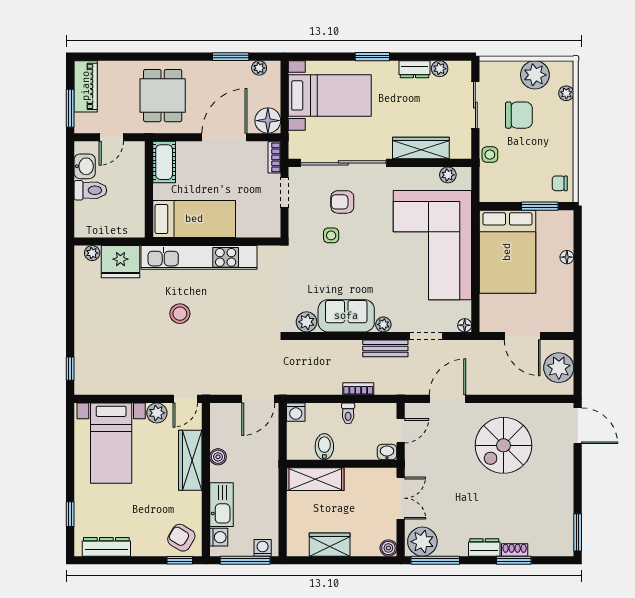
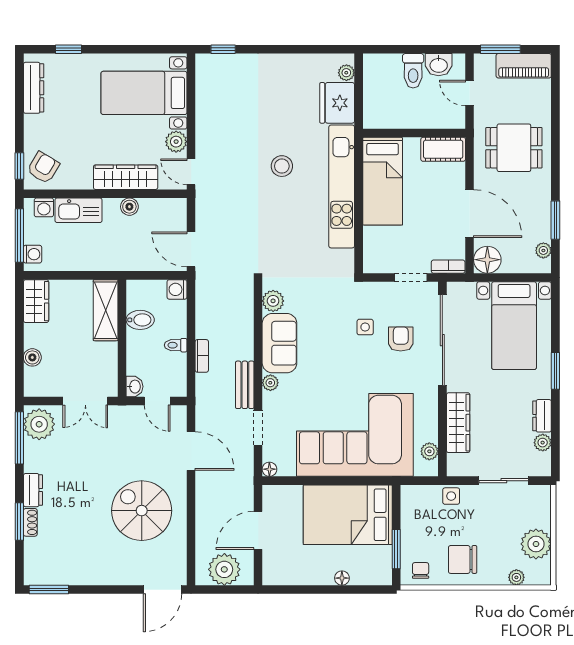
chair: (519, 115) -> (463, 559), moved, turned 90
wardrobe: (330, 545) -> (36, 301), moved
boiler: (388, 548) -> (32, 357), moved

